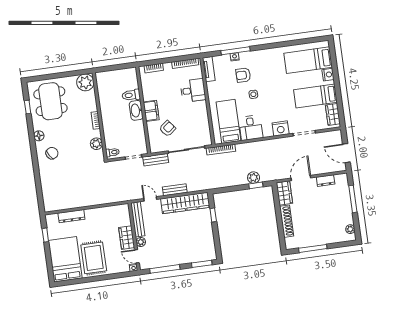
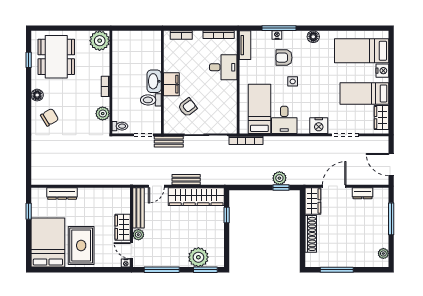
floor lamp: (266, 54) -> (313, 37), added
toilet: (131, 95) -> (151, 100), moved
door: (150, 199) -> (156, 186), swing flipped
plant: (194, 254) -> (198, 257), added

